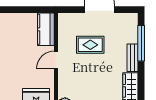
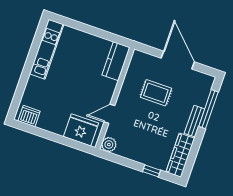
door: (56, 60) -> (109, 114), moved

